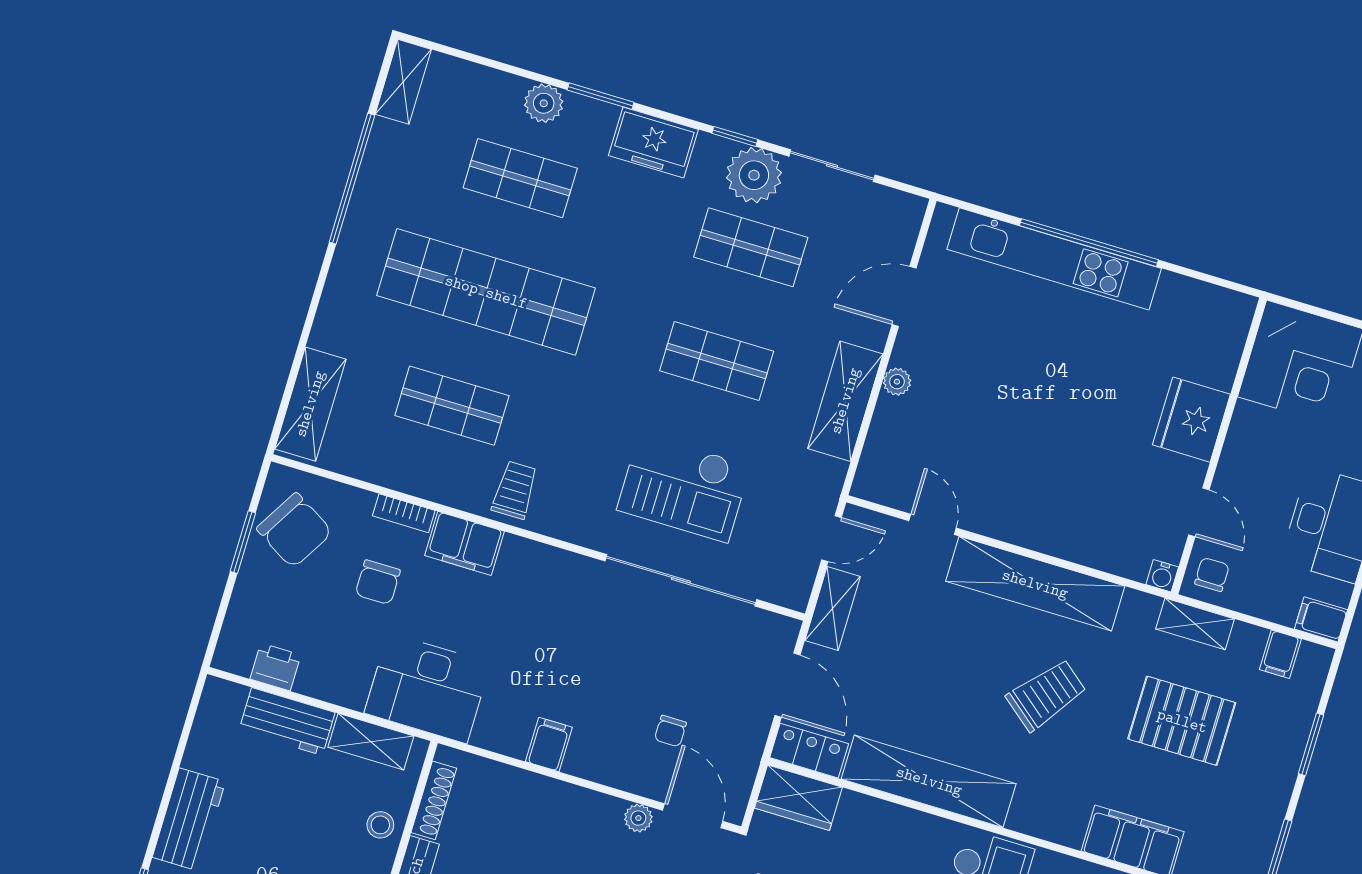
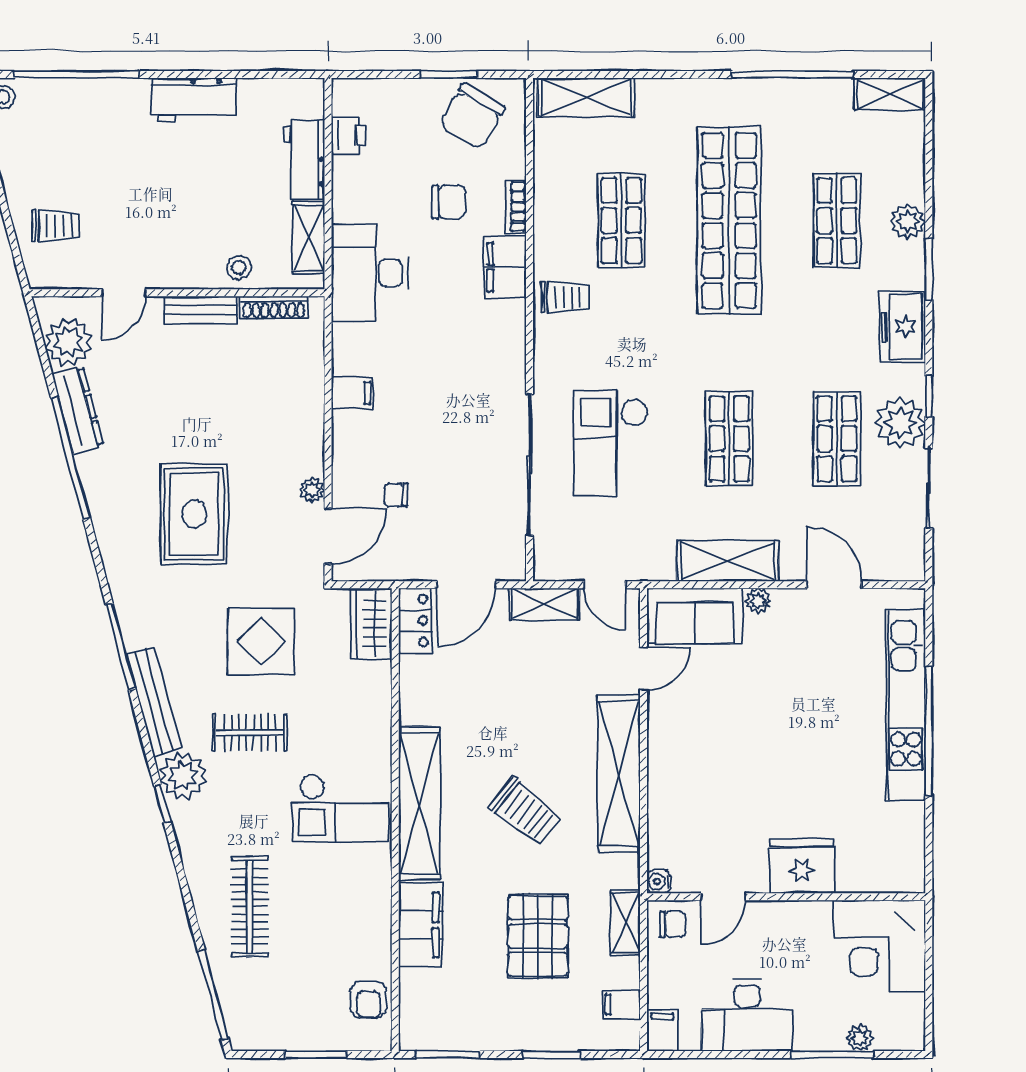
sofa: (893, 453) -> (695, 616), added
chair: (378, 582) -> (449, 202), turned 180
shelving: (929, 781) -> (419, 803), moved

